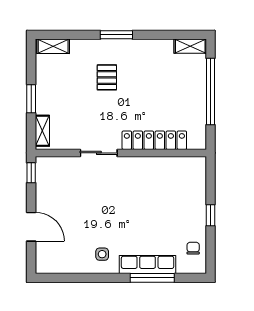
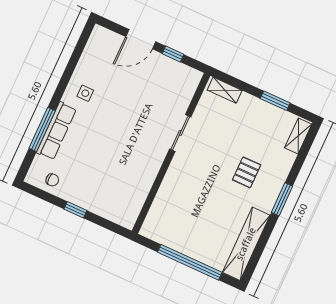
shelving: (190, 46) -> (246, 244), width x2.20, depth x1.33
pallet: (107, 77) -> (247, 172), turned 90
window: (31, 99) -> (275, 101), moved
locker: (154, 140) -> (168, 190), removed
window: (31, 173) -> (173, 54), moved

